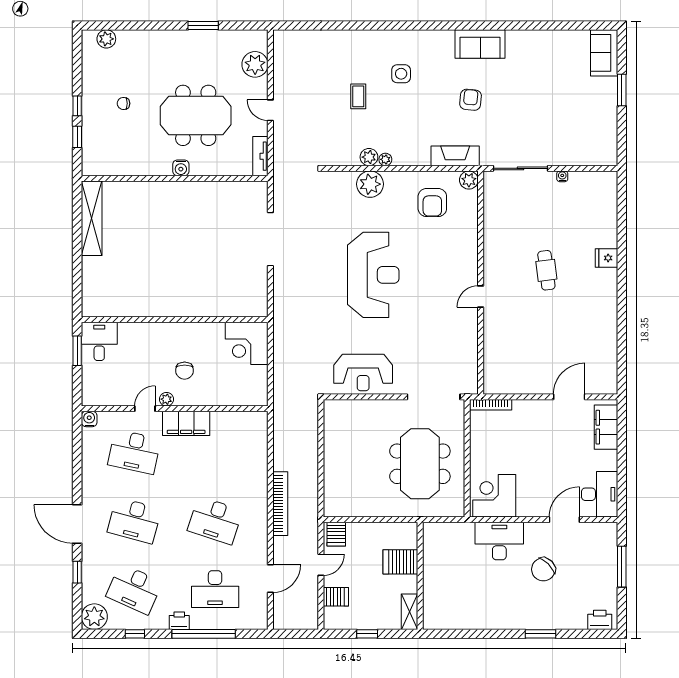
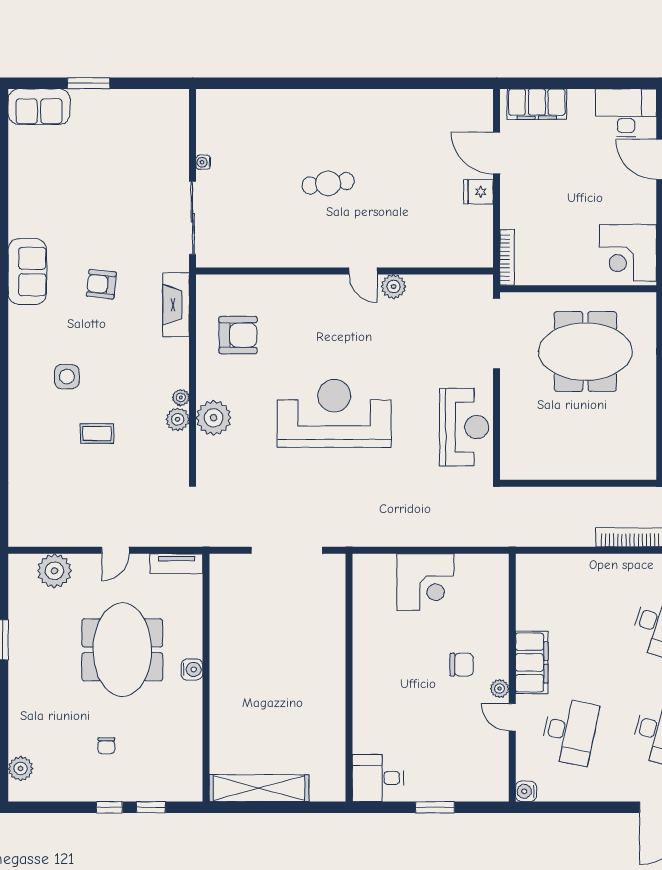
plant: (469, 180) -> (394, 286), moved
fridge: (606, 258) -> (478, 192), moved, turned 90
wall: (175, 320) -> (349, 678), moved
desk: (99, 341) -> (378, 778), moved

